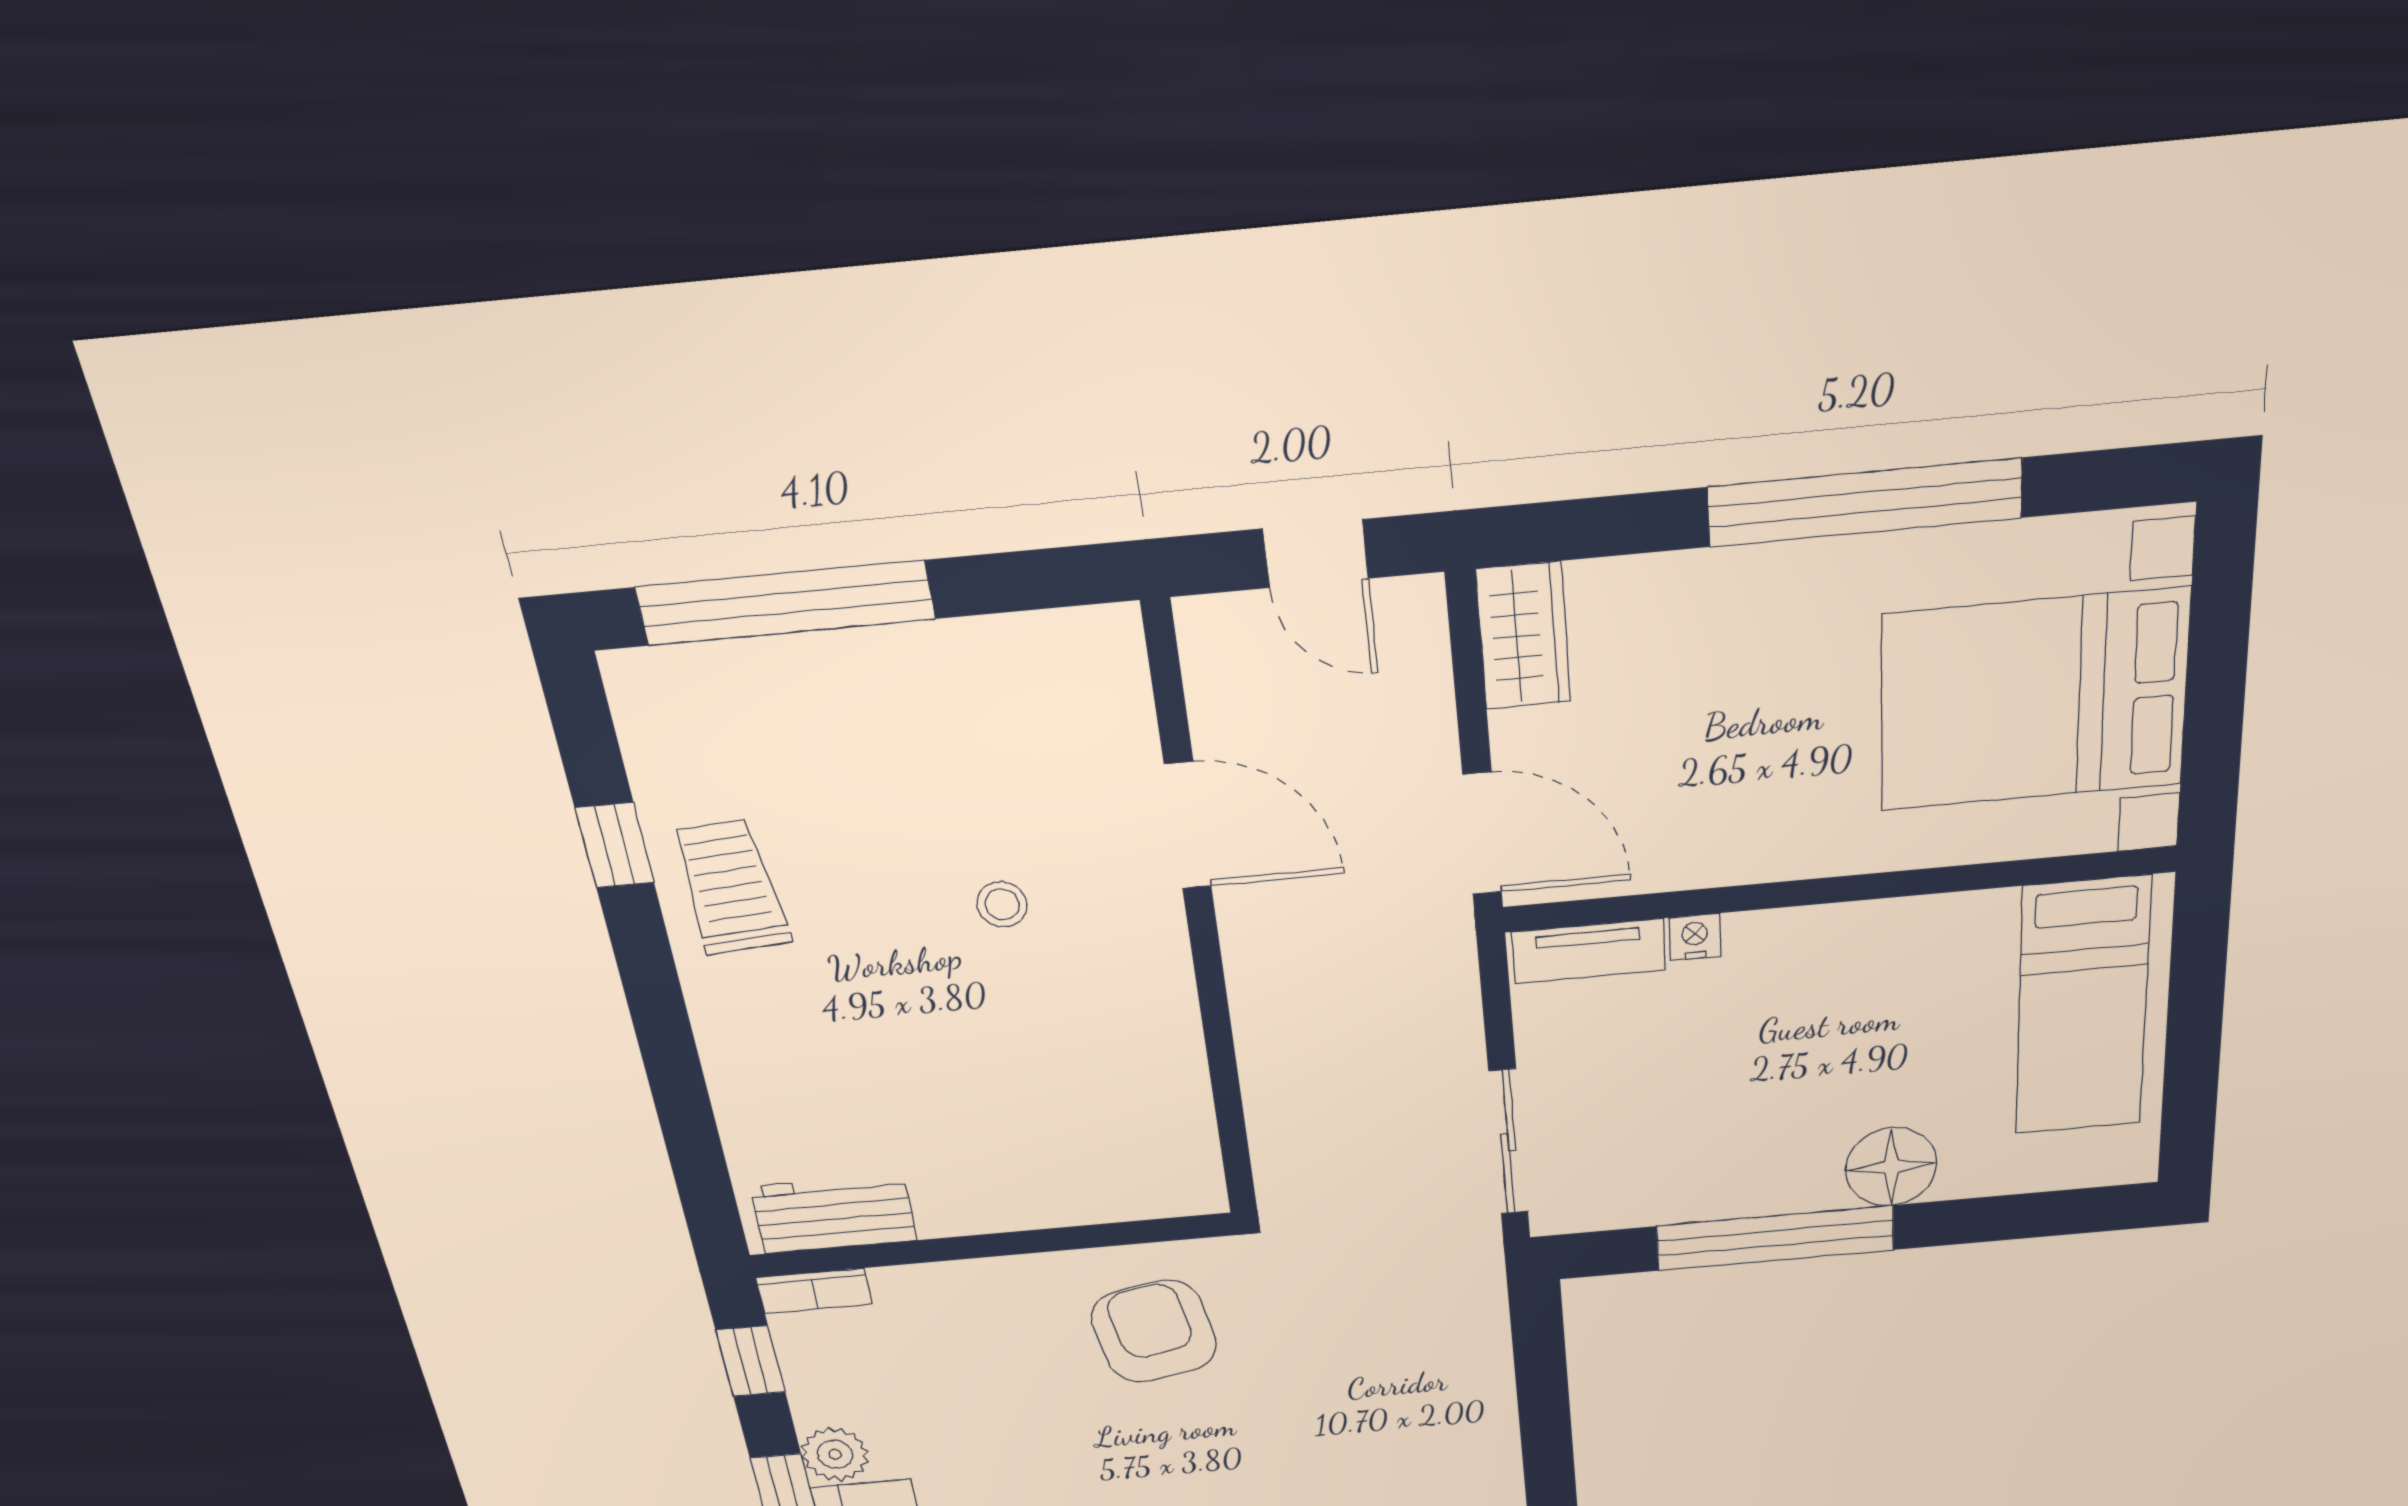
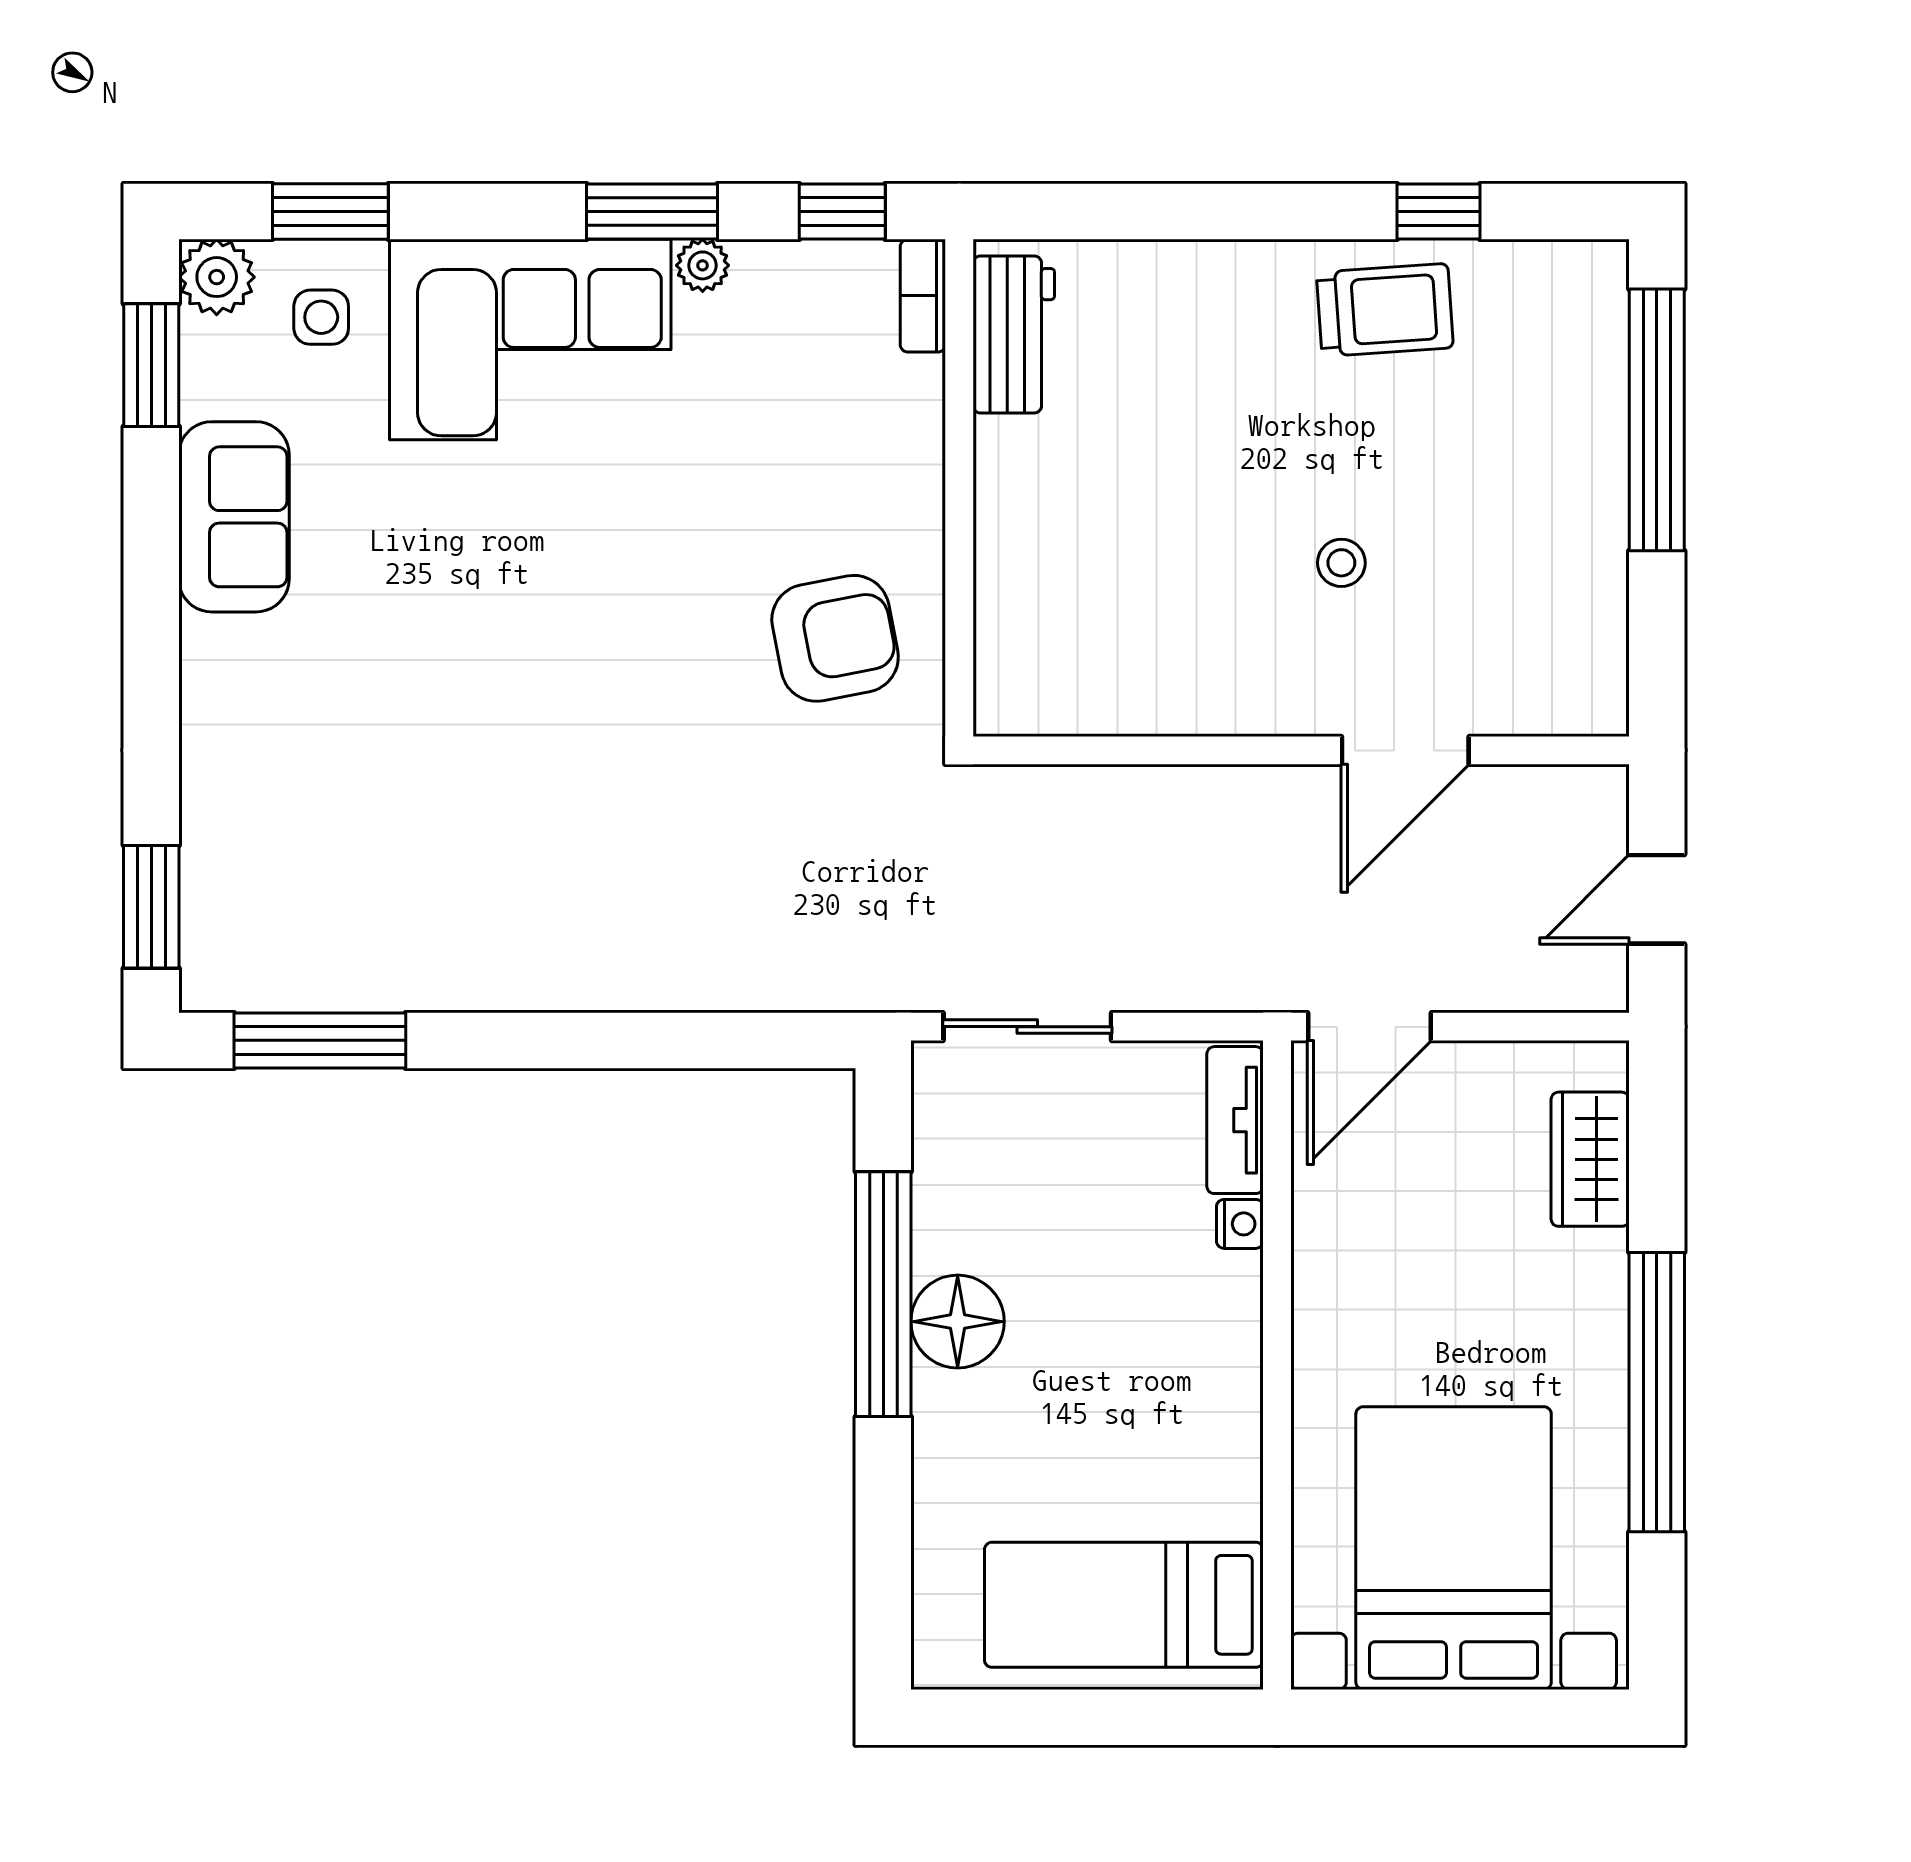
wardrobe: (1523, 636) -> (1590, 1159), moved, turned 90
floor lamp: (1891, 1167) -> (958, 1322), moved
plant: (835, 1454) -> (703, 265), width x0.73, depth x0.73

